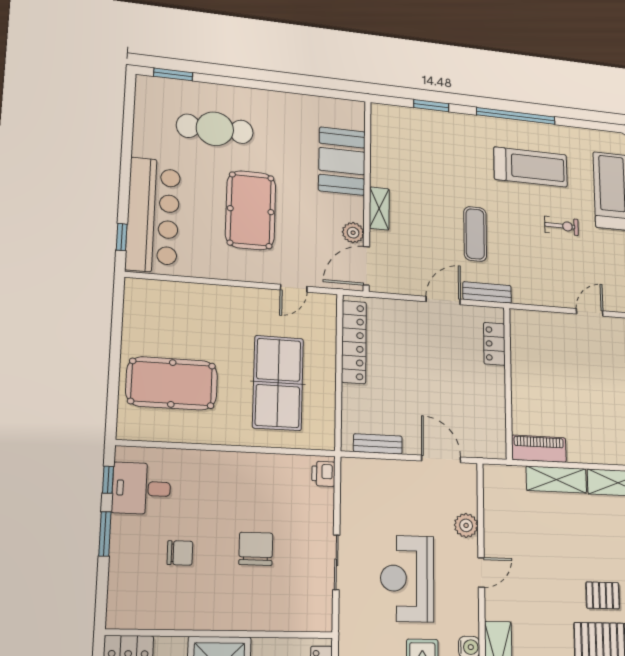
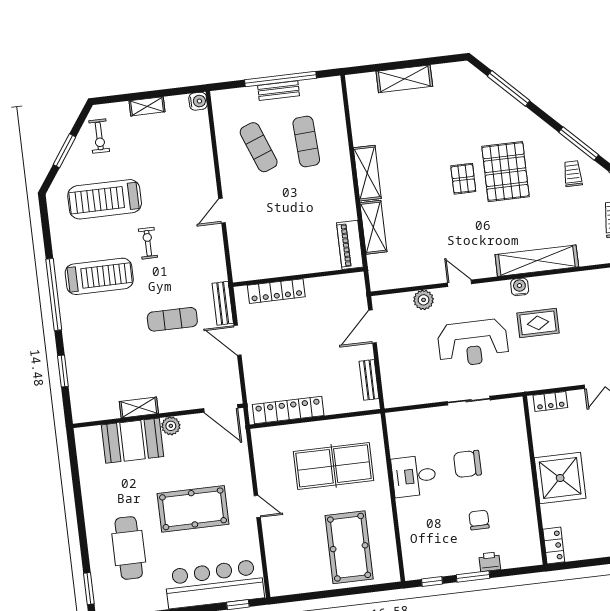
treadmill: (531, 167) -> (99, 276), turned 90
shelving: (379, 208) -> (139, 407), moved
plant: (353, 233) -> (171, 426), moved
door: (294, 288) -> (257, 507), moved
door: (590, 312) -> (222, 211), hinge flipped
locker: (494, 344) -> (276, 291), width x1.53
printer: (323, 474) -> (490, 562), moved, turned 180
desk: (141, 488) -> (414, 476), moved, turned 90

